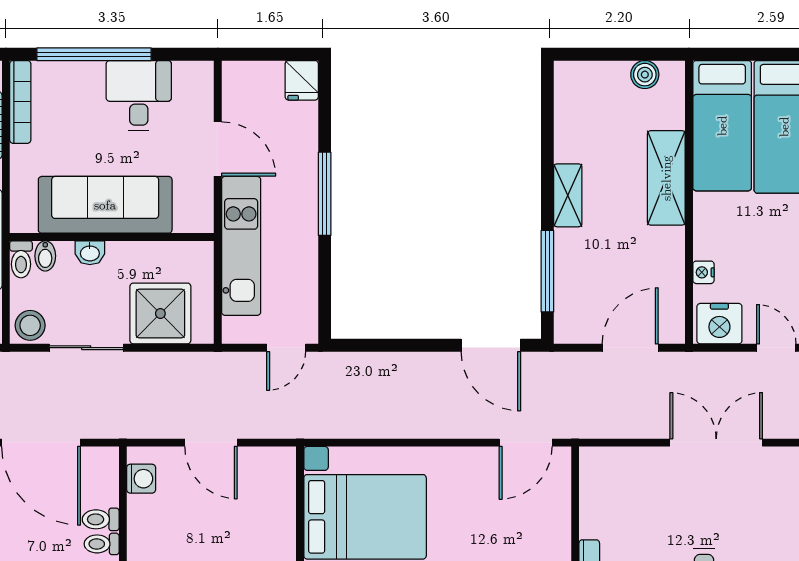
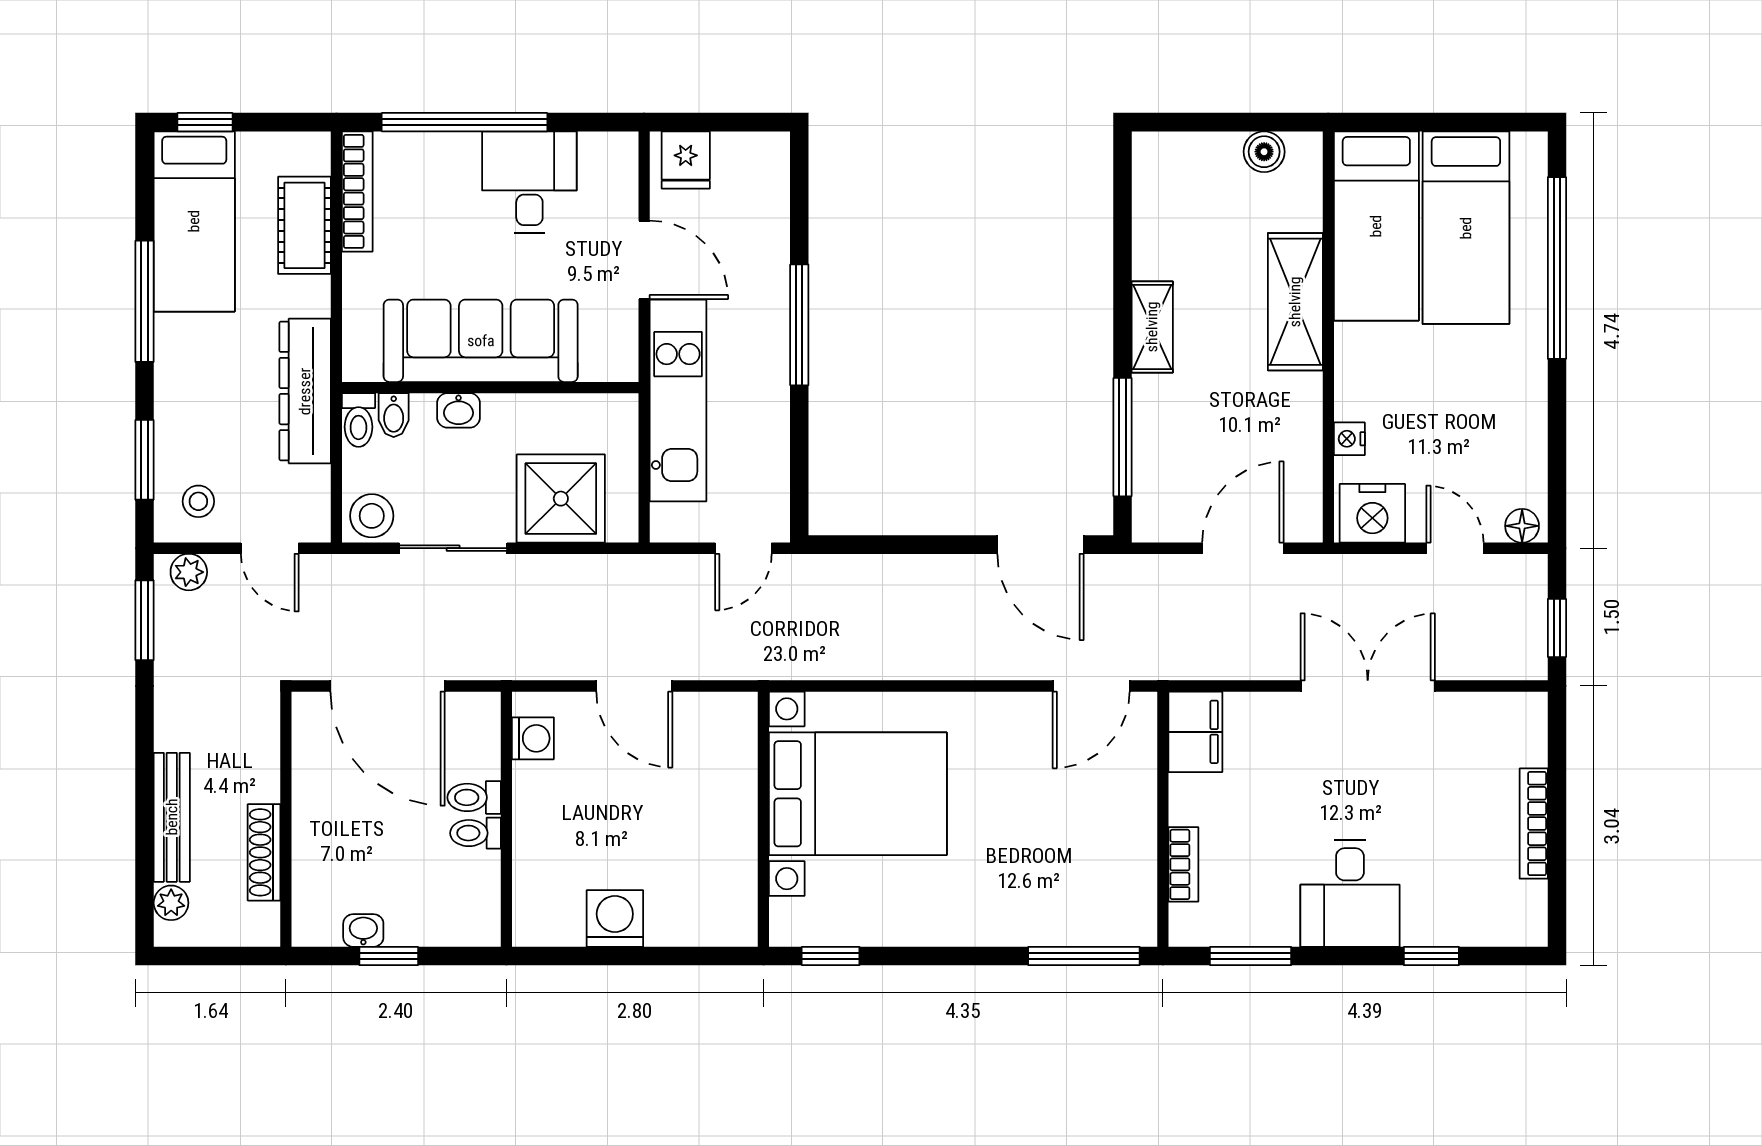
fridge: (302, 80) -> (686, 160), moved
filing cabinet: (597, 474) -> (1195, 732), added

